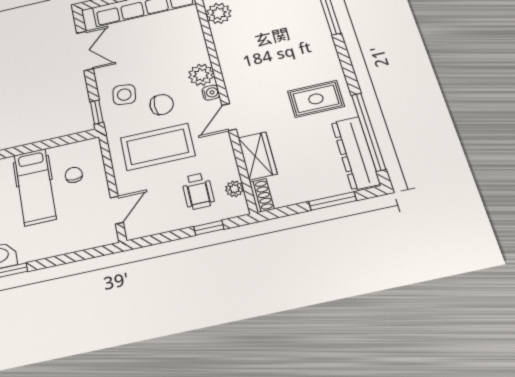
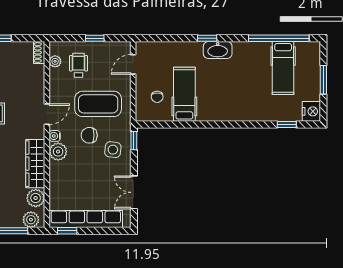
wardrobe: (257, 156) -> (35, 164), moved, width x1.50
window: (209, 228) -> (95, 38), moved

